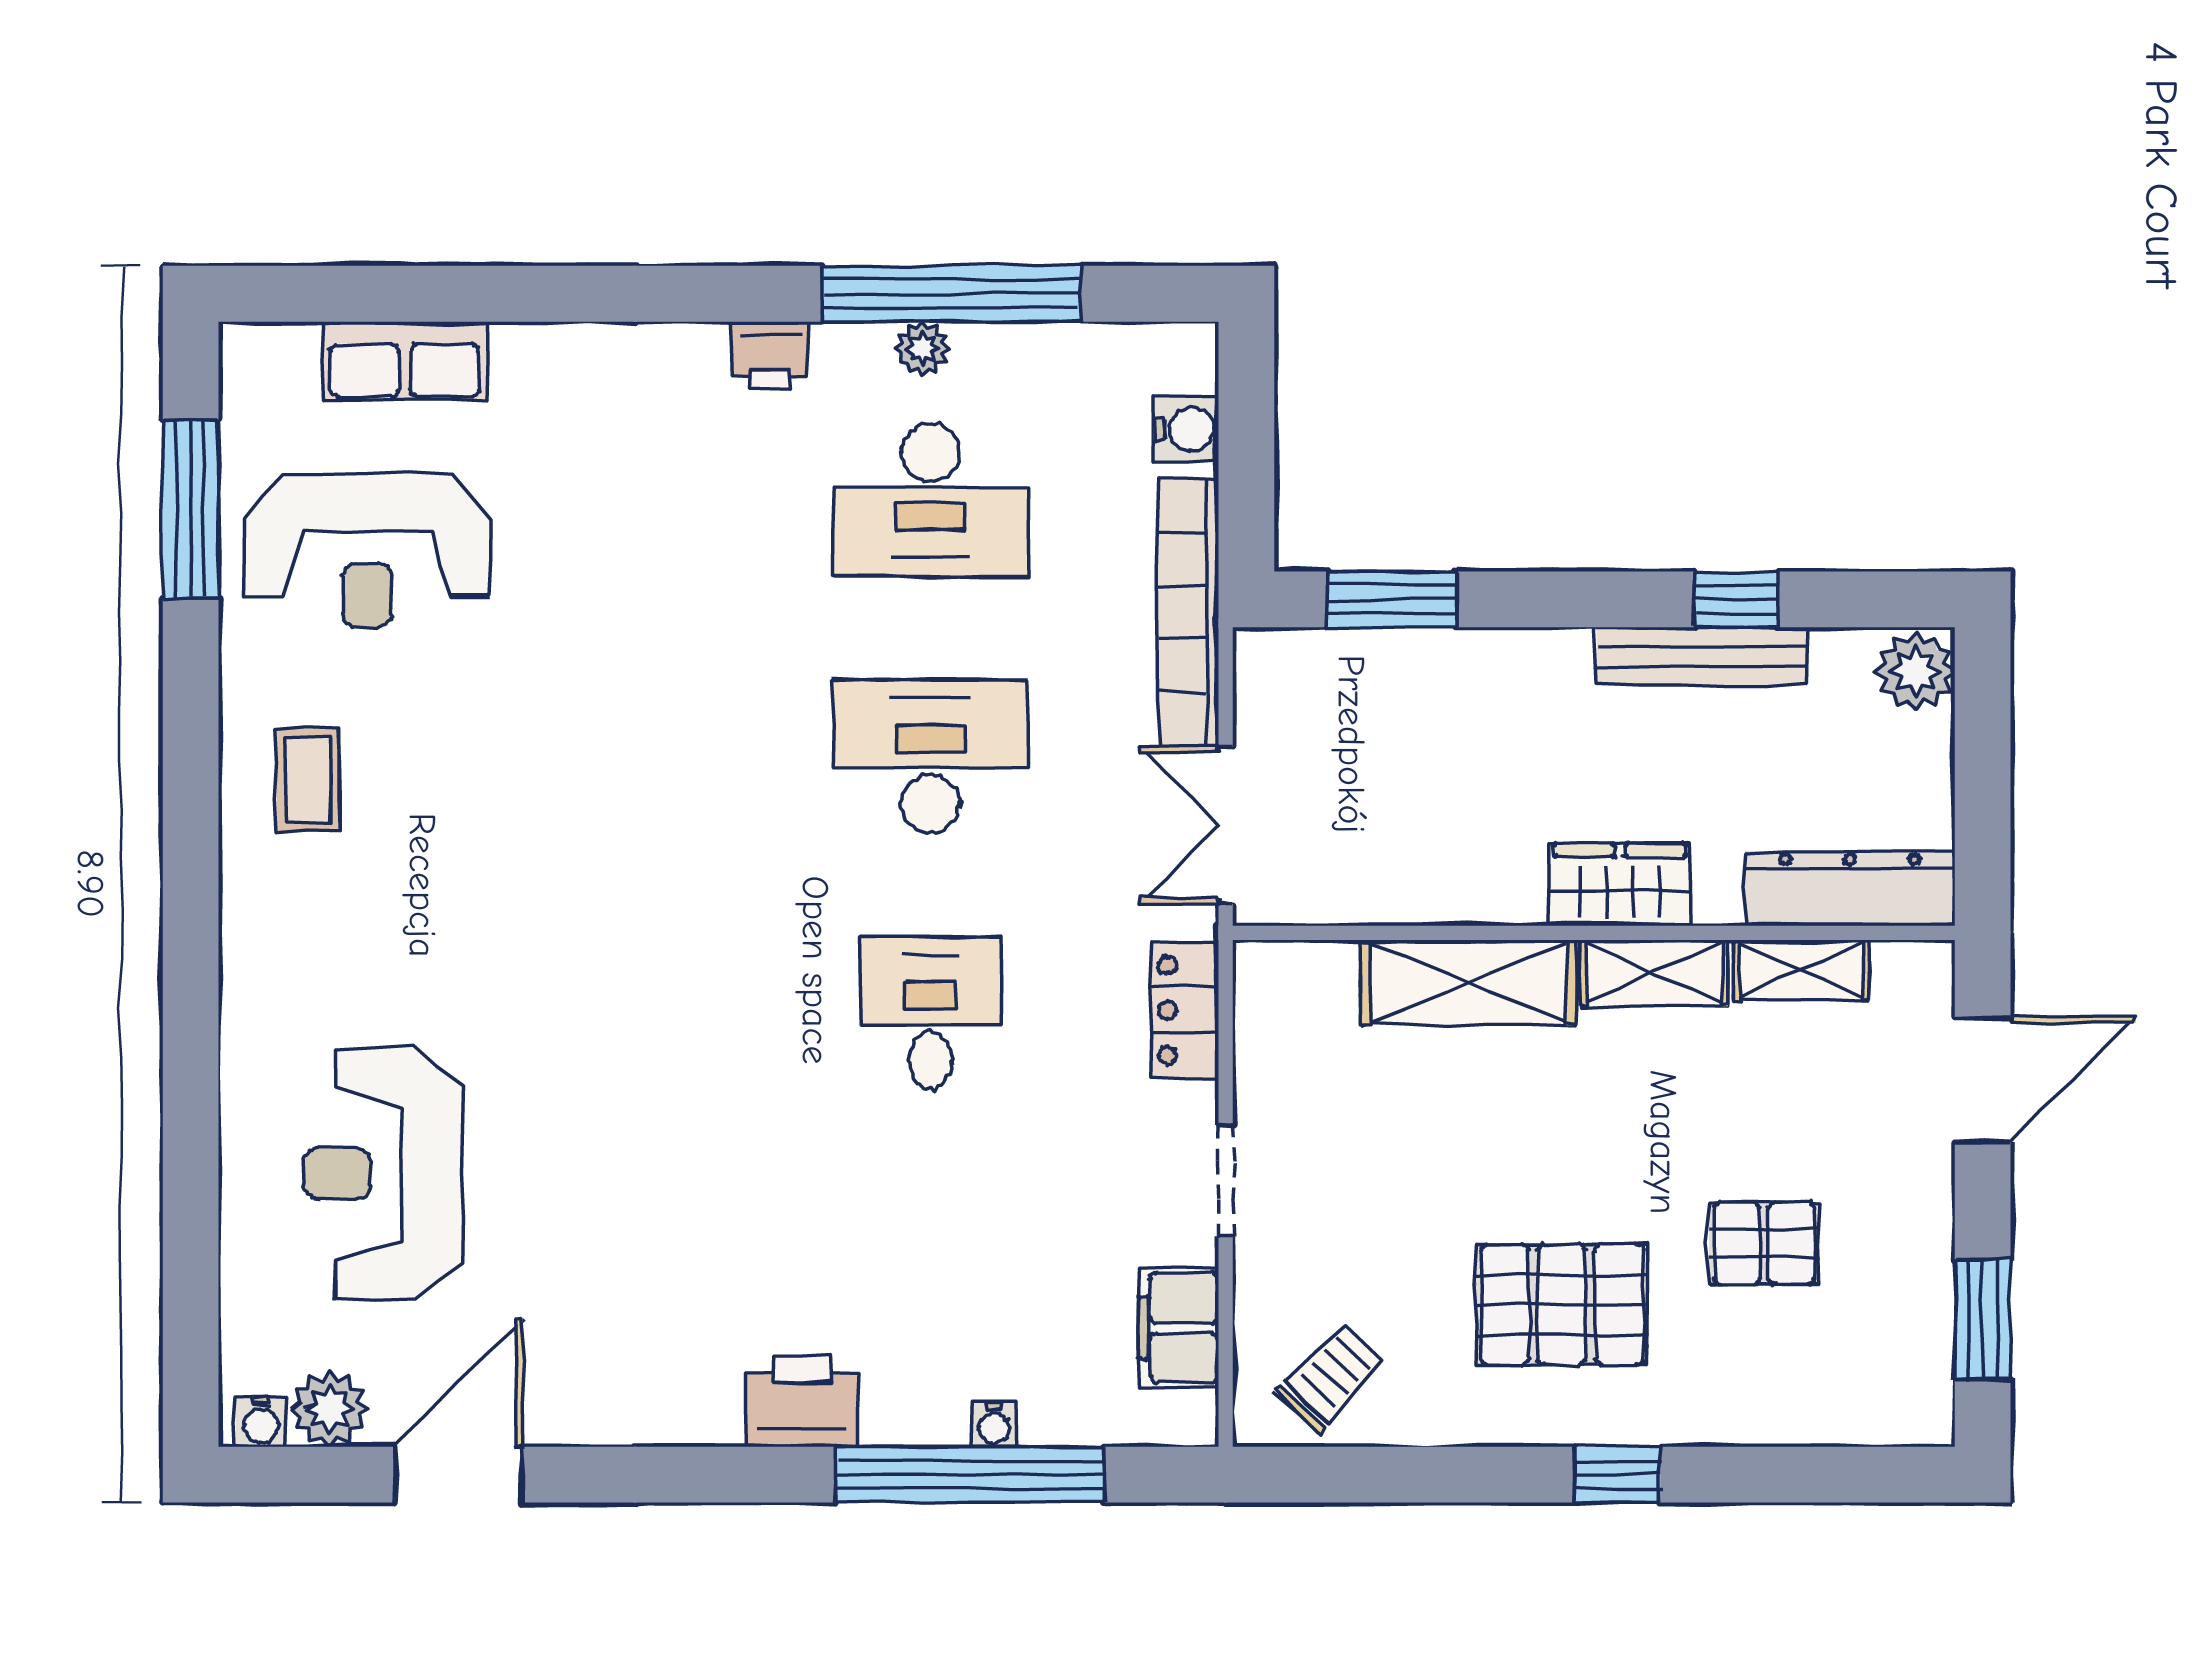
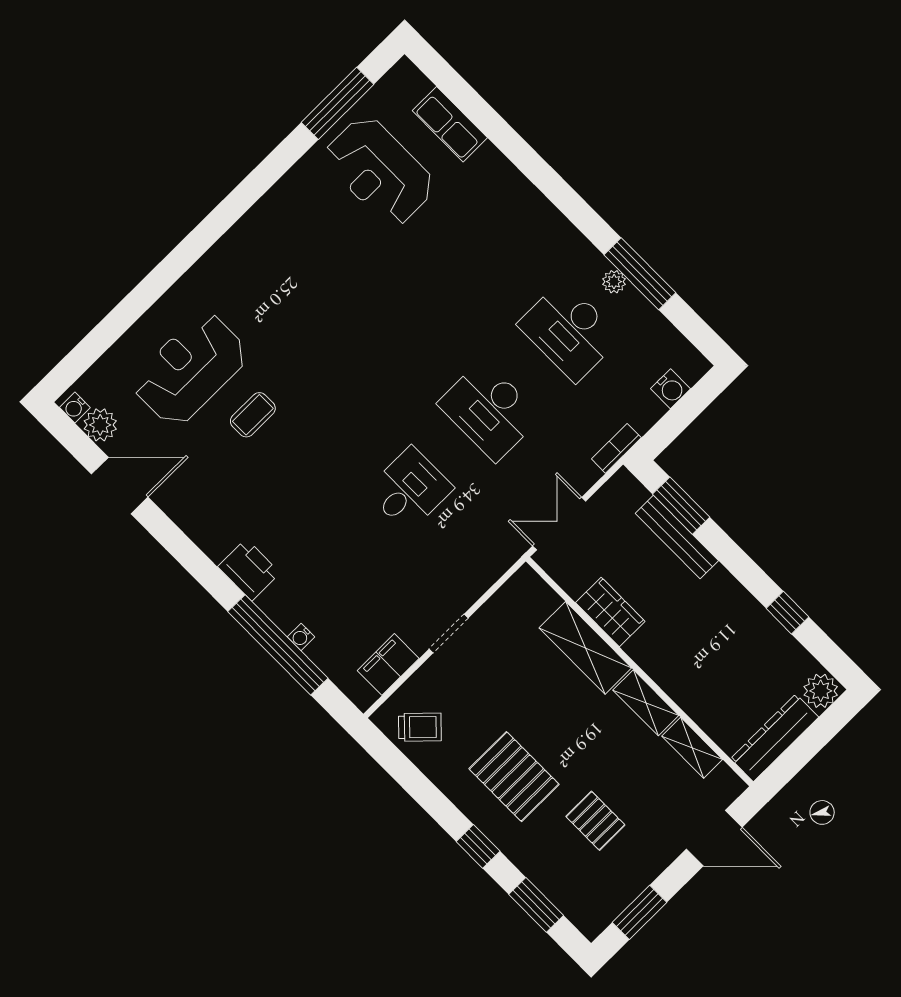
window: (951, 294) -> (640, 274), width x0.68
printer: (770, 356) -> (564, 236), removed
bookcase: (1188, 612) -> (616, 448), width x0.43, depth x0.76
bench: (1702, 657) -> (677, 537), moved
desk: (930, 756) -> (489, 410), turned 180
coffee table: (308, 780) -> (253, 415), moved
wardrobe: (1620, 885) -> (610, 612), moved
dresser: (1850, 888) -> (775, 738), moved, turned -90
locker: (1185, 1010) -> (489, 568), removed
window: (1805, 1475) -> (536, 905), added

